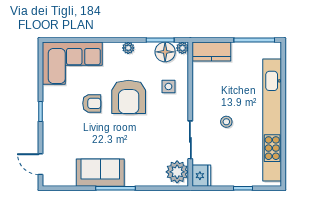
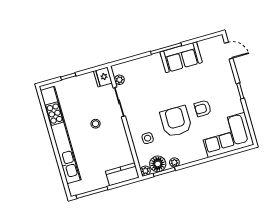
plant: (128, 48) -> (174, 162), moved
plant: (177, 172) -> (119, 80), width x0.53, depth x0.53

